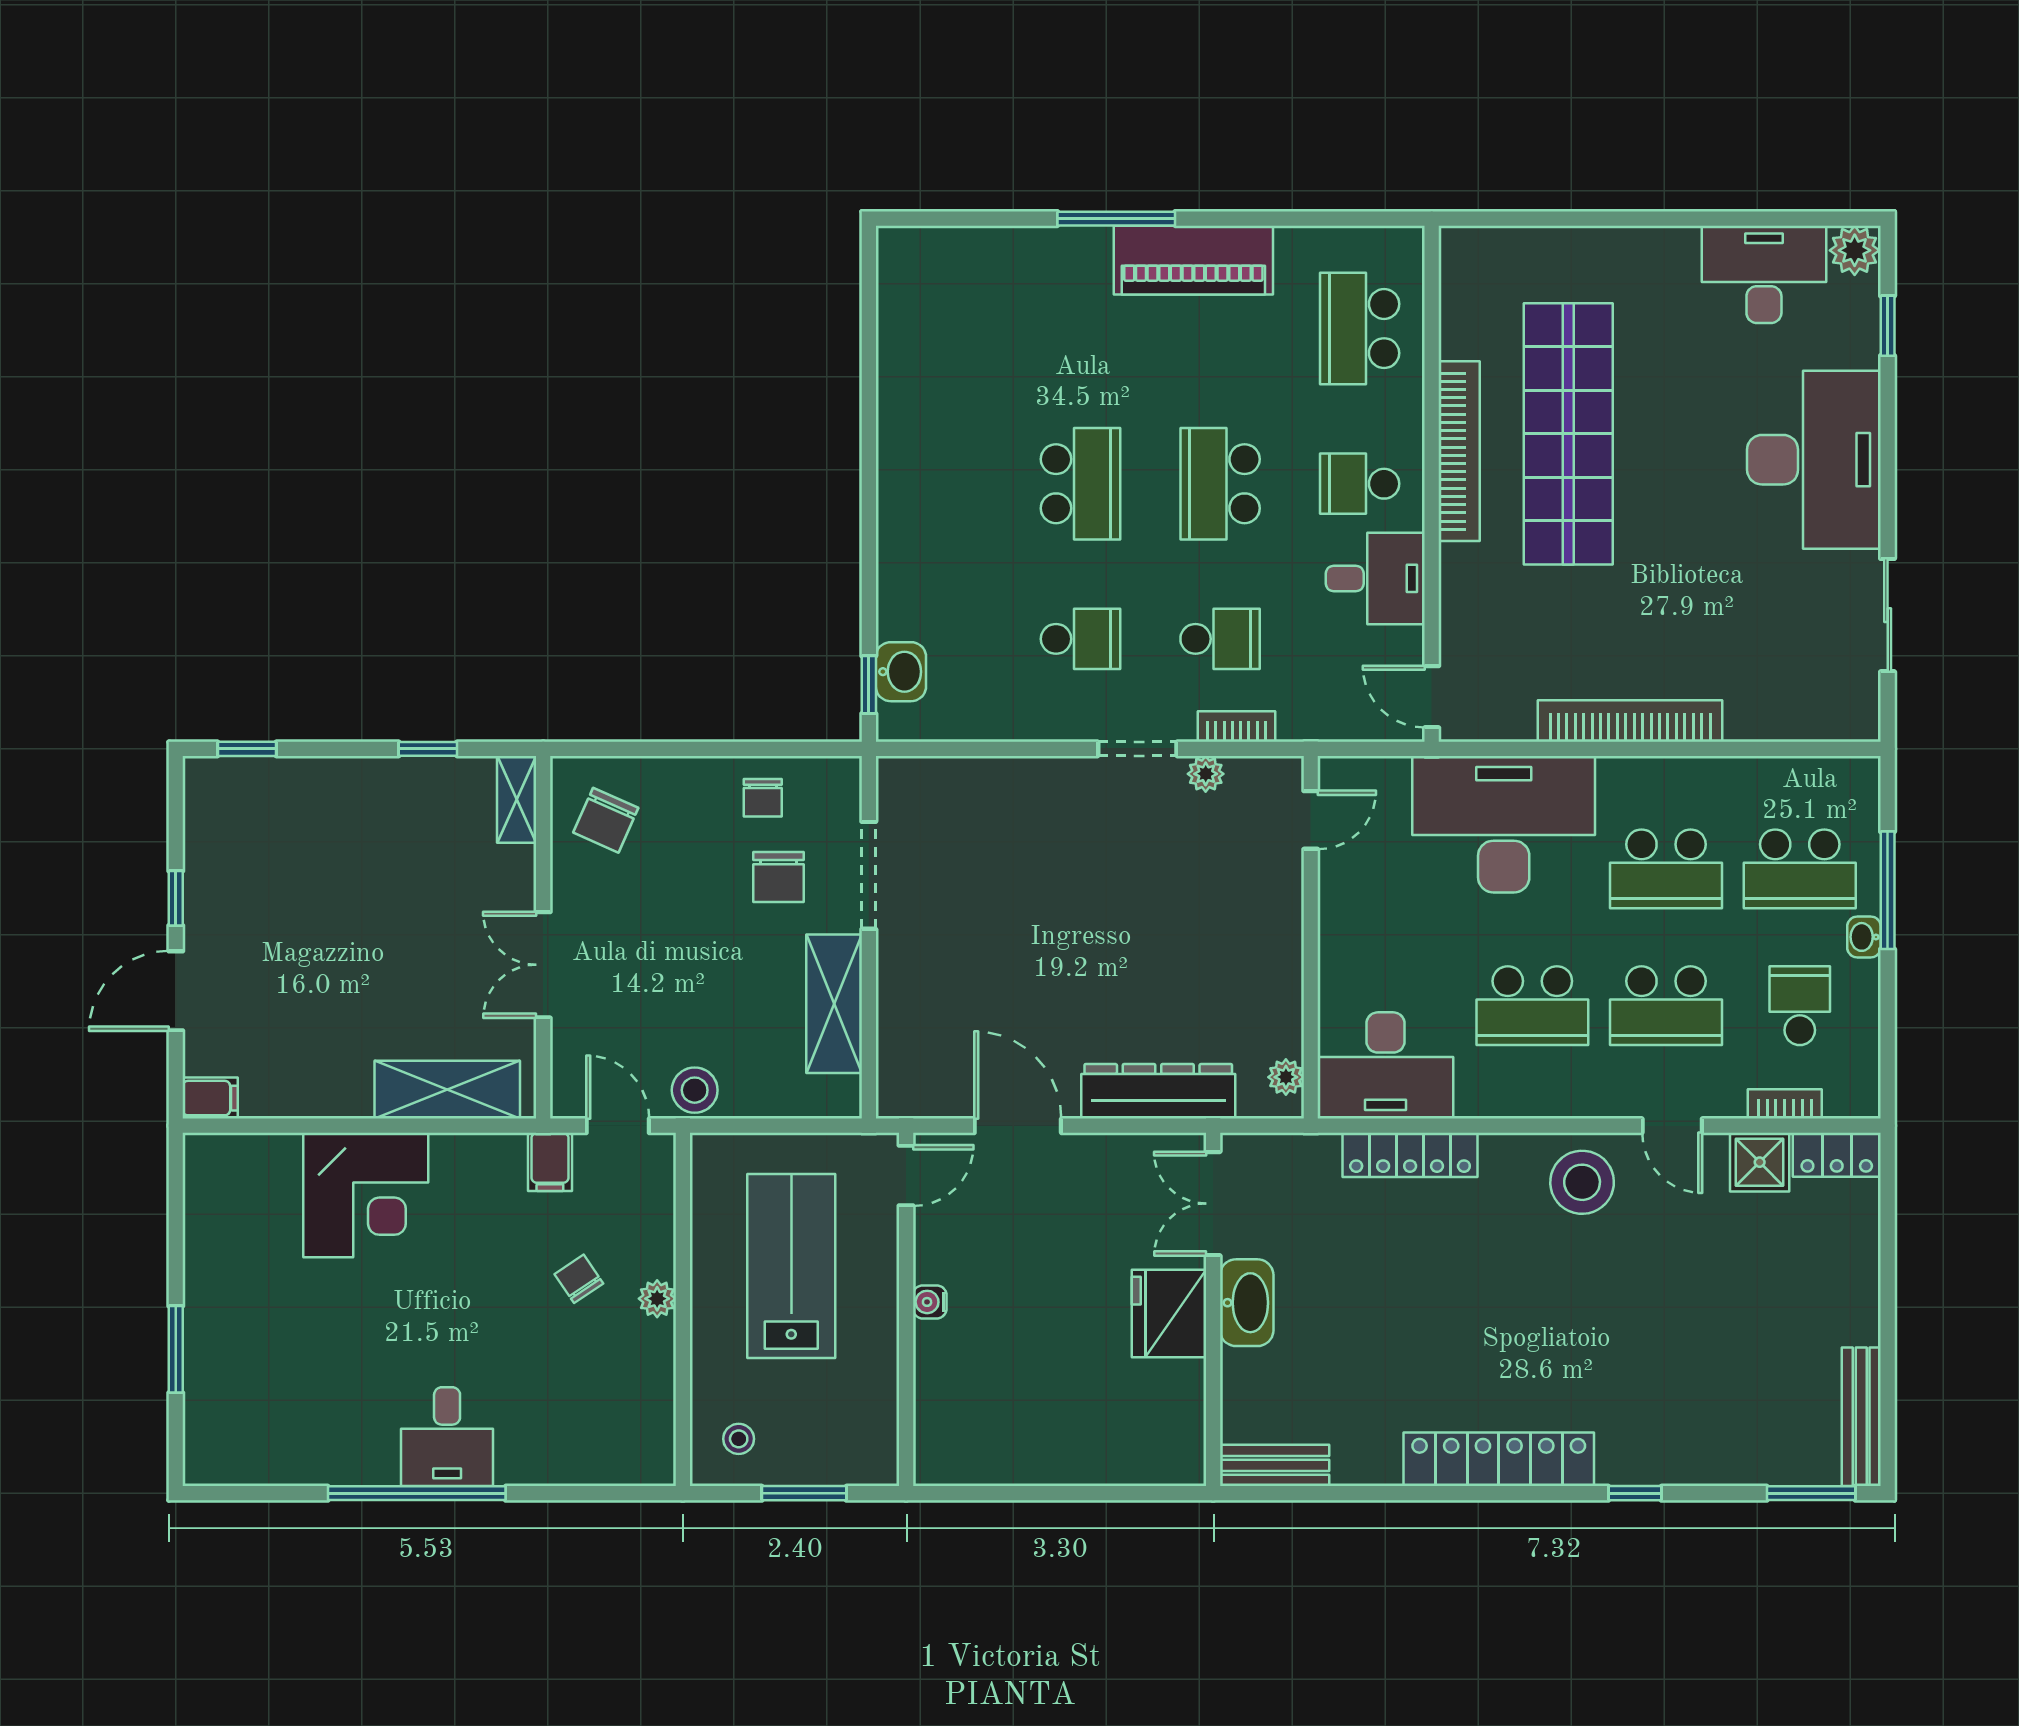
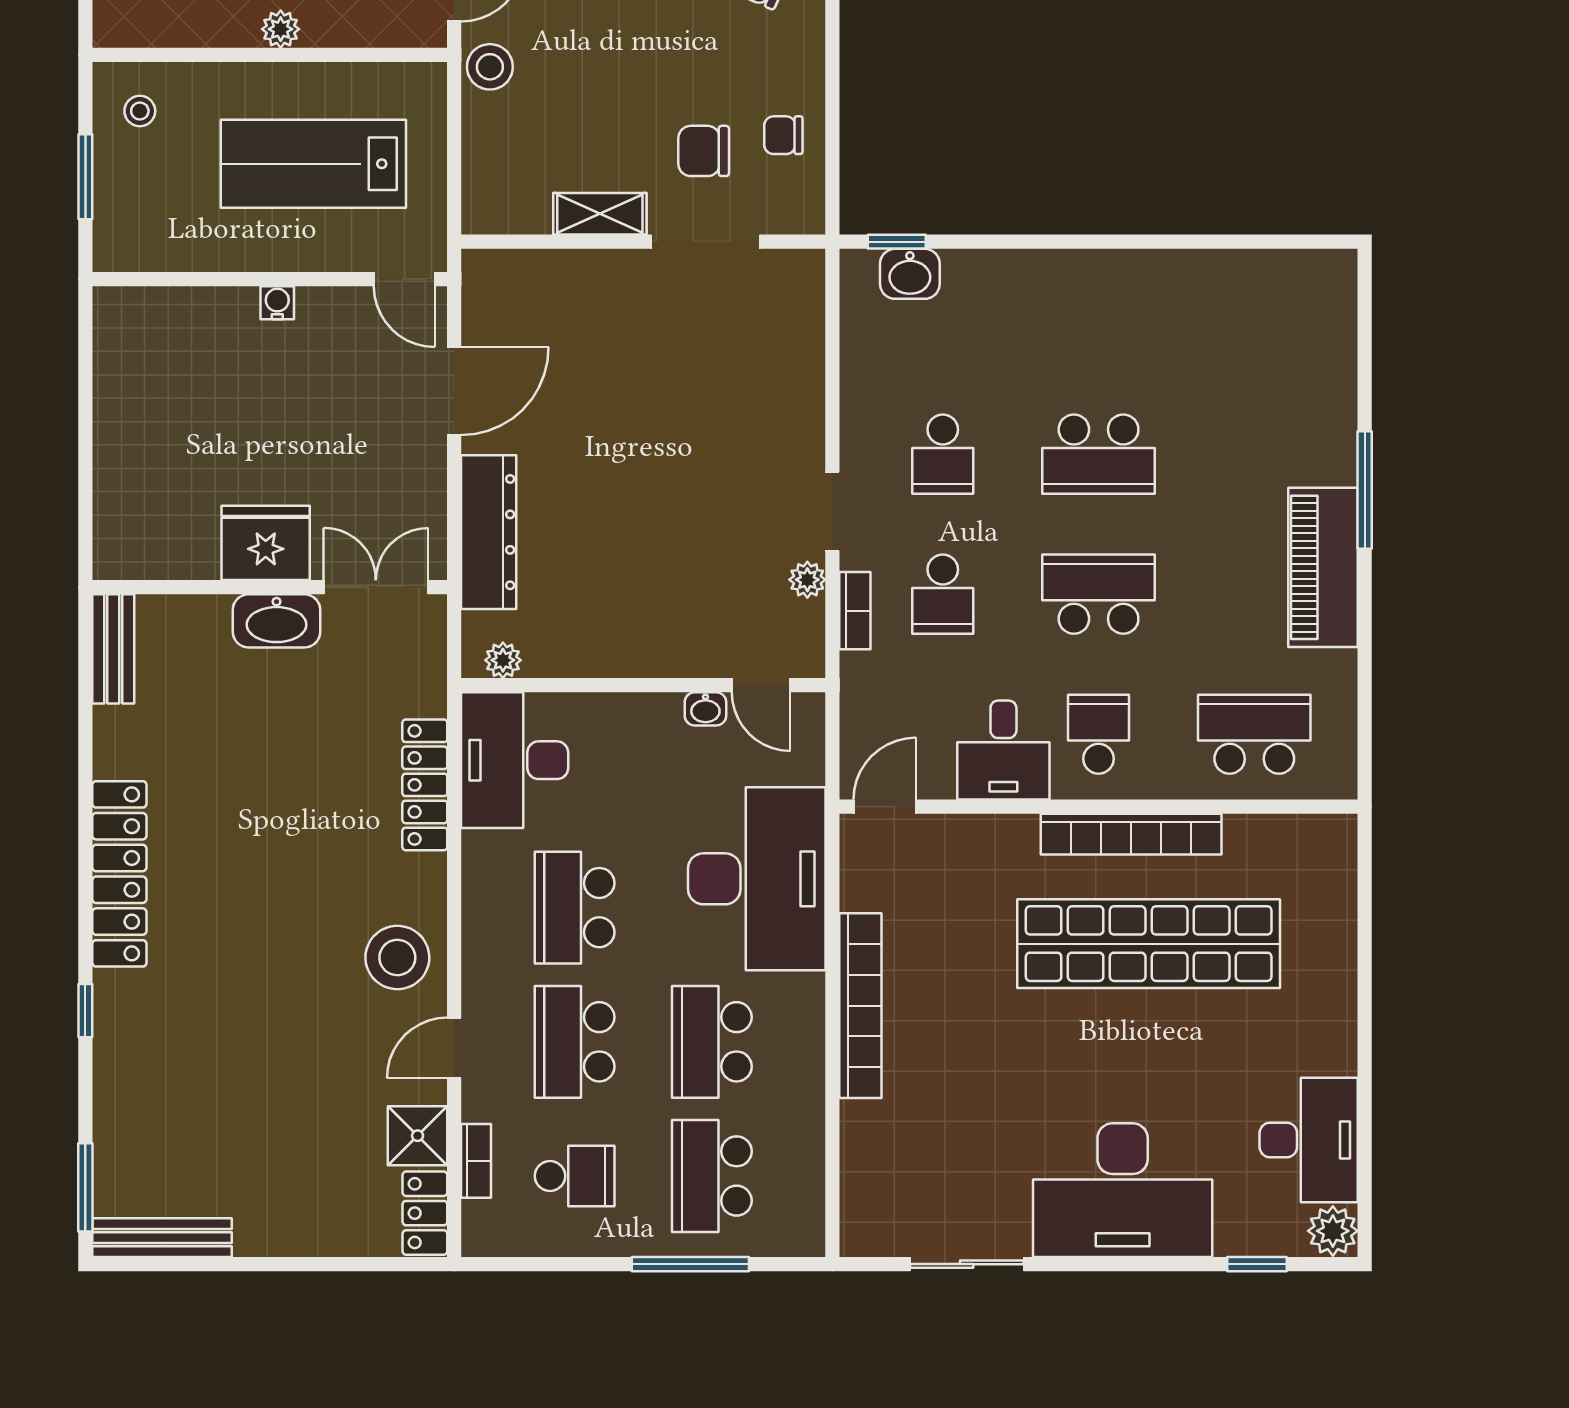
washbasin: (1864, 937) -> (705, 709), moved, turned 180
shelving: (834, 1004) -> (600, 214), width x0.67, depth x0.75
lab bench: (791, 1266) -> (313, 164), turned 180

